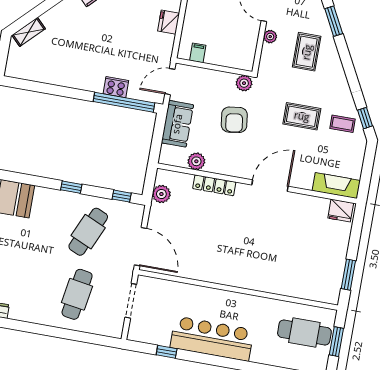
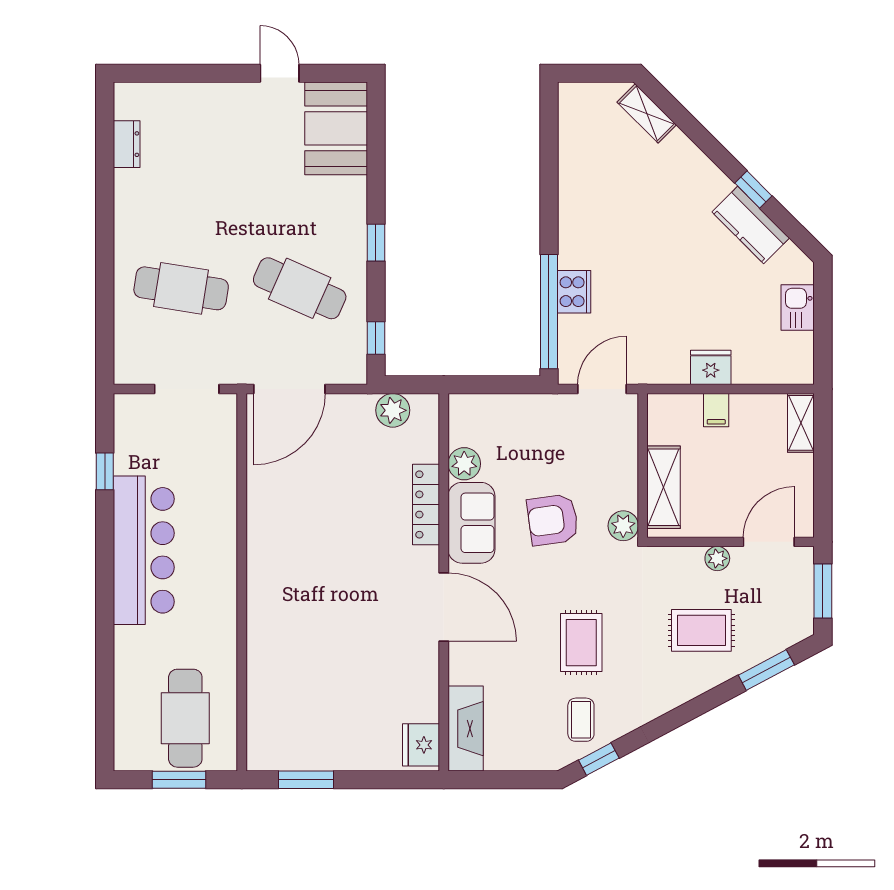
filing cabinet: (198, 53) -> (716, 410), moved, turned 90
shelving: (227, 58) -> (664, 487), added
door: (170, 82) -> (602, 389), hinge flipped
sofa: (177, 124) -> (471, 523), moved, turned -90

